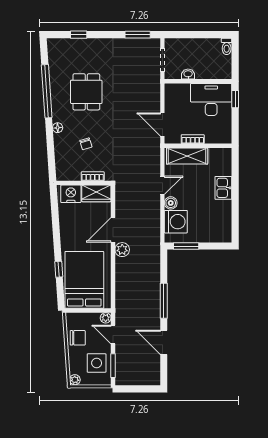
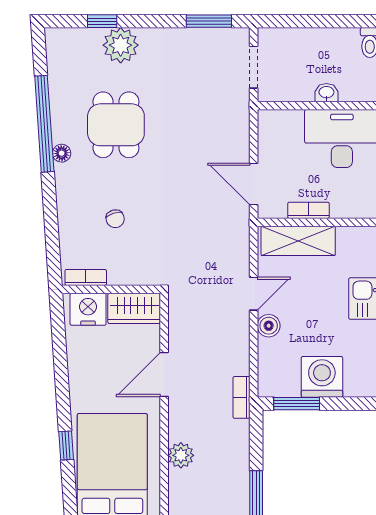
plant: (89, 48) -> (121, 45), added
washbasin: (188, 74) -> (326, 93), moved
floor lamp: (58, 128) -> (62, 153), moved
bookcase: (93, 176) -> (86, 277), moved
washing machine: (176, 222) -> (322, 377), moved, turned -90
bookcase: (156, 243) -> (241, 397), added
plant: (122, 250) -> (181, 455), moved

